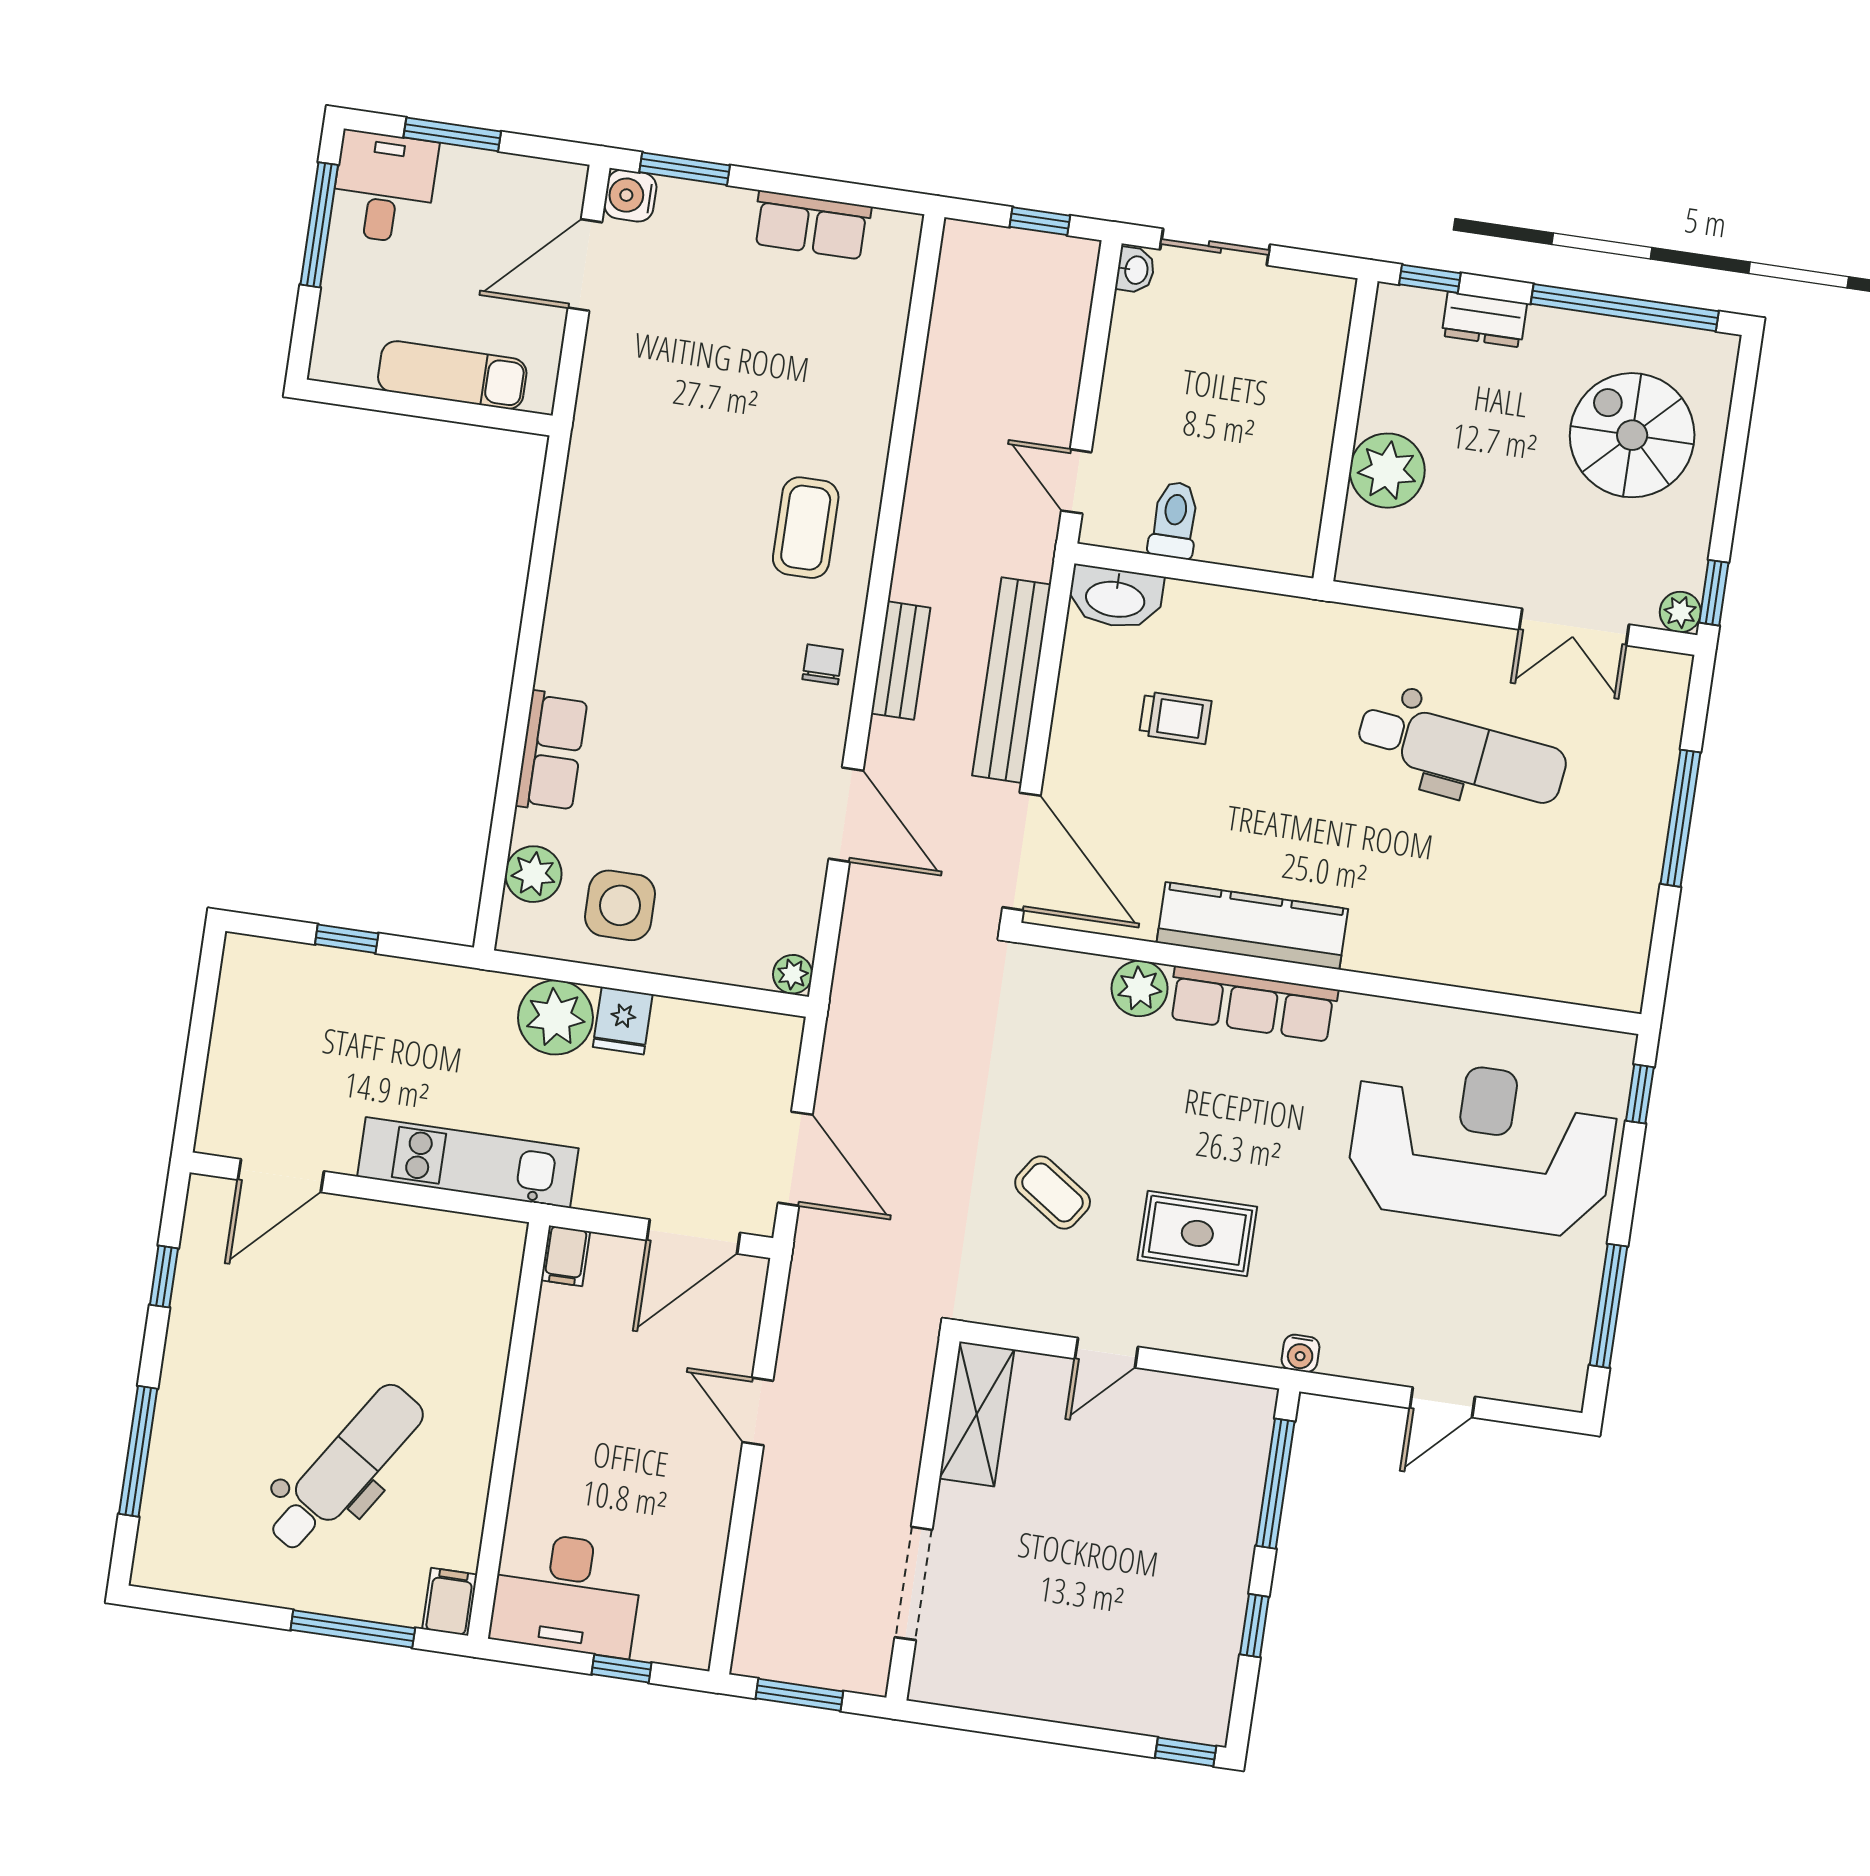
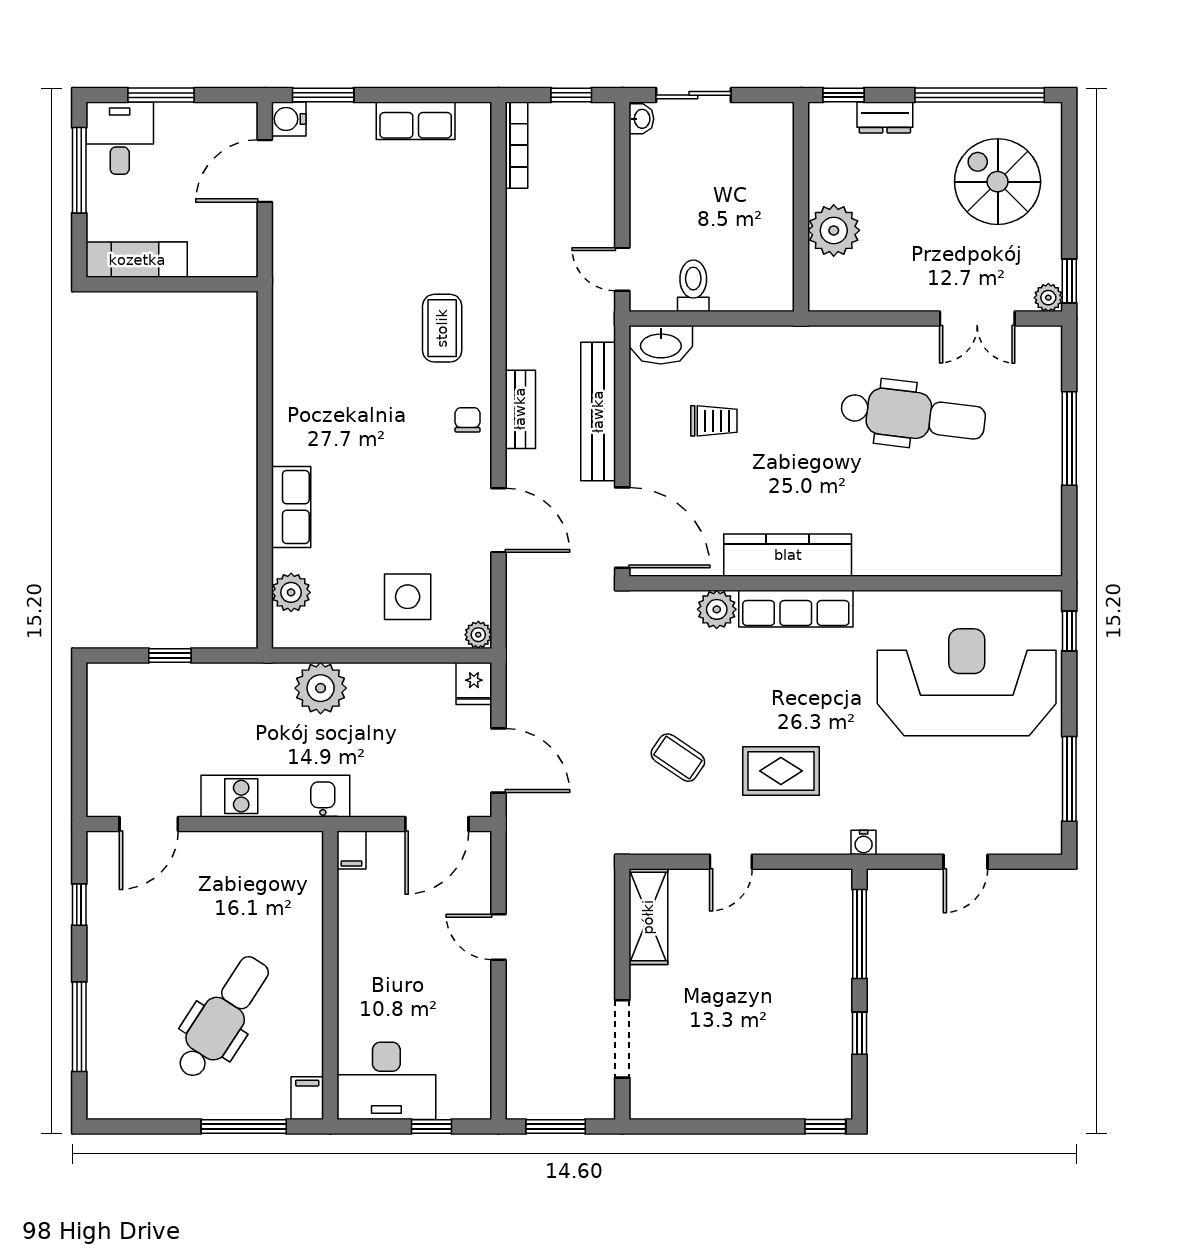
bookcase: (951, 281) -> (517, 145), added
exam couch: (452, 375) -> (137, 260), moved
side table: (620, 905) -> (408, 597), moved
fridge: (623, 1021) -> (474, 684), moved

